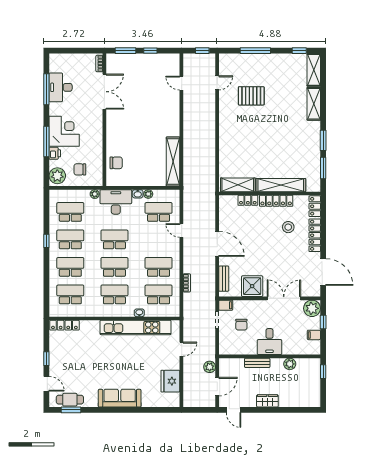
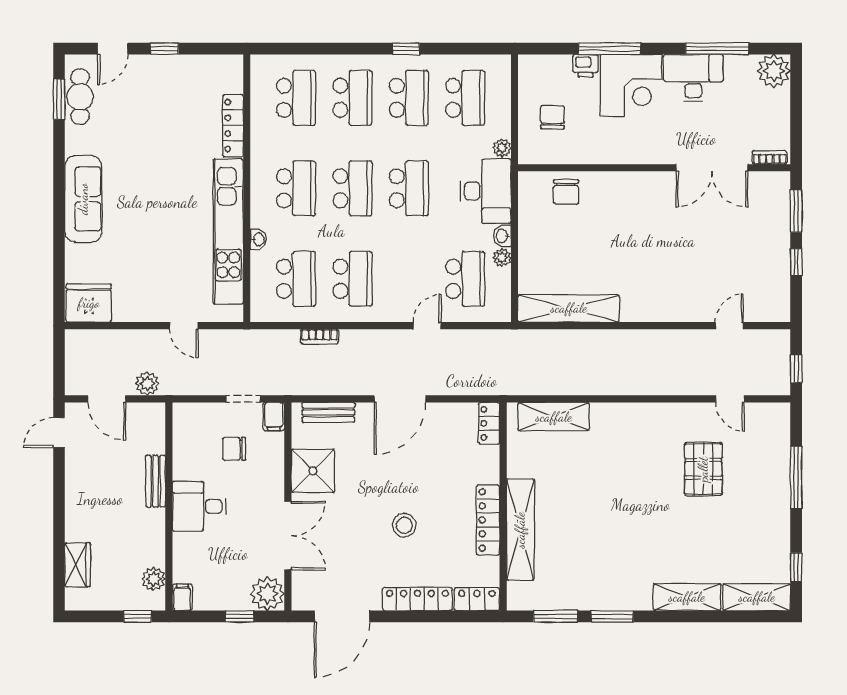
desk: (61, 87) -> (693, 78), moved
plant: (57, 176) -> (774, 71), moved
shelving: (238, 185) -> (554, 417), moved, turned 90
locker: (248, 200) -> (489, 423), moved
stool: (288, 227) -> (404, 525), moved
locker: (64, 325) -> (233, 126), moved
filing cabinet: (314, 335) -> (182, 597), moved
plant: (290, 364) -> (153, 579), moved
fridge: (170, 381) -> (89, 303), moved
wardrobe: (267, 401) -> (77, 565), moved

